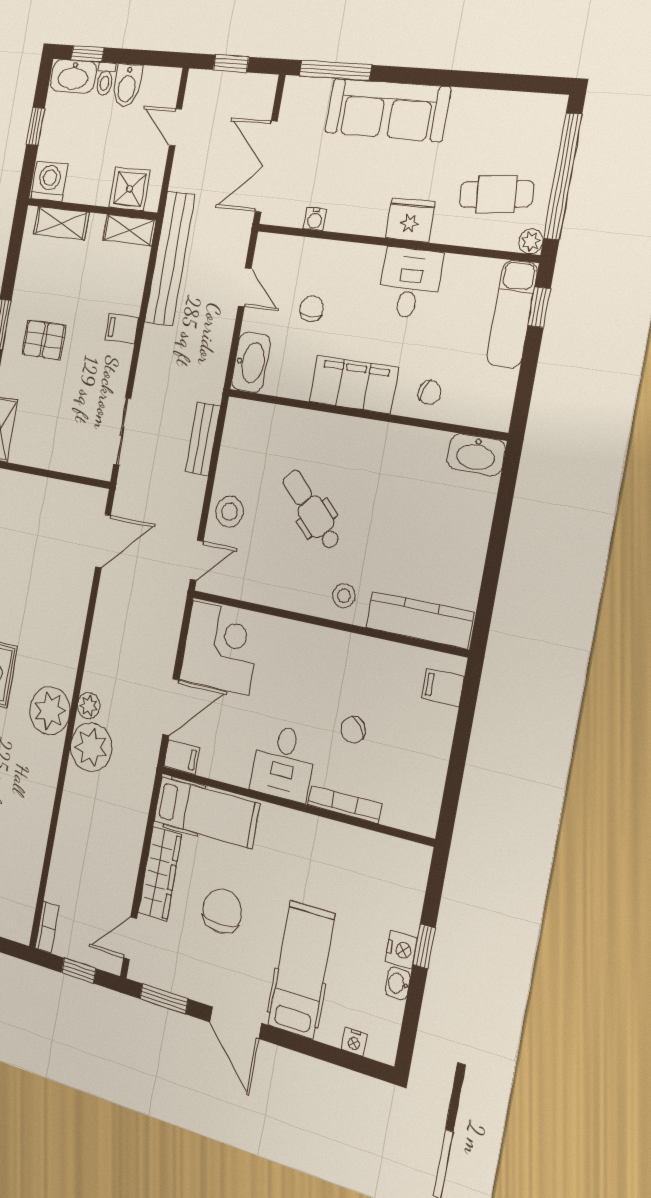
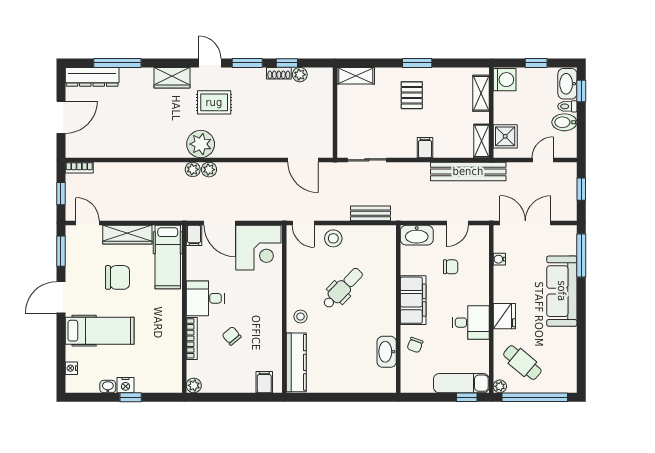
cafe table: (496, 194) -> (522, 363), turned -44
washbasin: (476, 455) -> (387, 352), moved
plant: (91, 747) -> (193, 169), width x0.53, depth x0.53
plant: (425, 822) -> (194, 385), added

